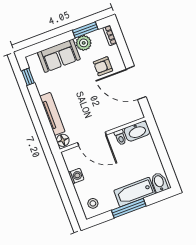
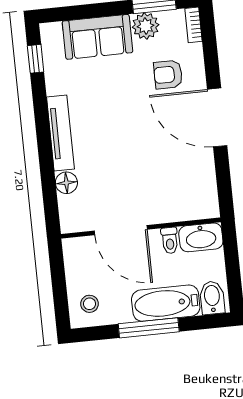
washbasin: (137, 131) -> (201, 237), moved
wall: (103, 135) -> (141, 228), moved
toilet: (120, 137) -> (170, 240), moved
door: (92, 139) -> (121, 230), moved
washing machine: (76, 176) -> (73, 249), removed

